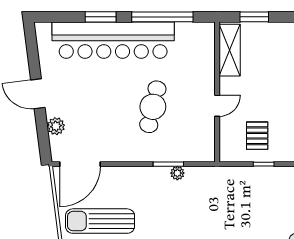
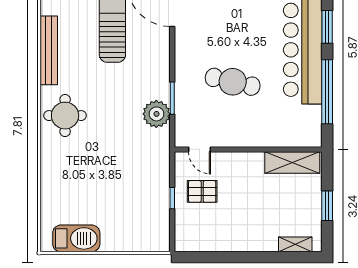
window: (254, 17) -> (327, 206), moved
door: (217, 106) -> (199, 149), moved
plant: (177, 173) -> (156, 114), width x1.88, depth x1.88

